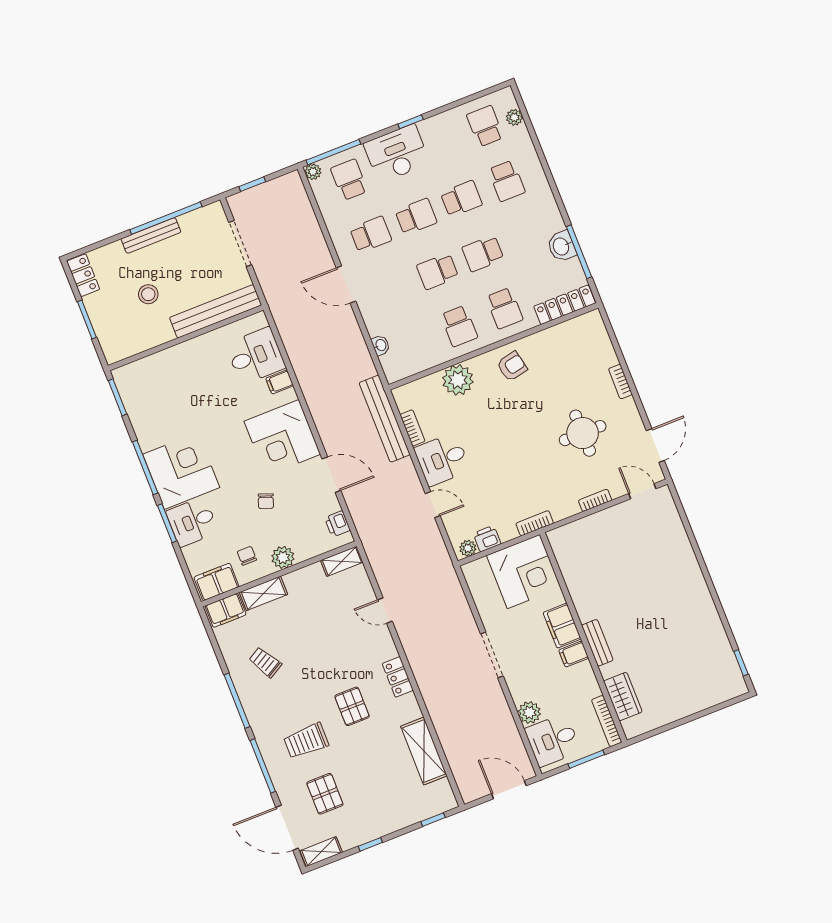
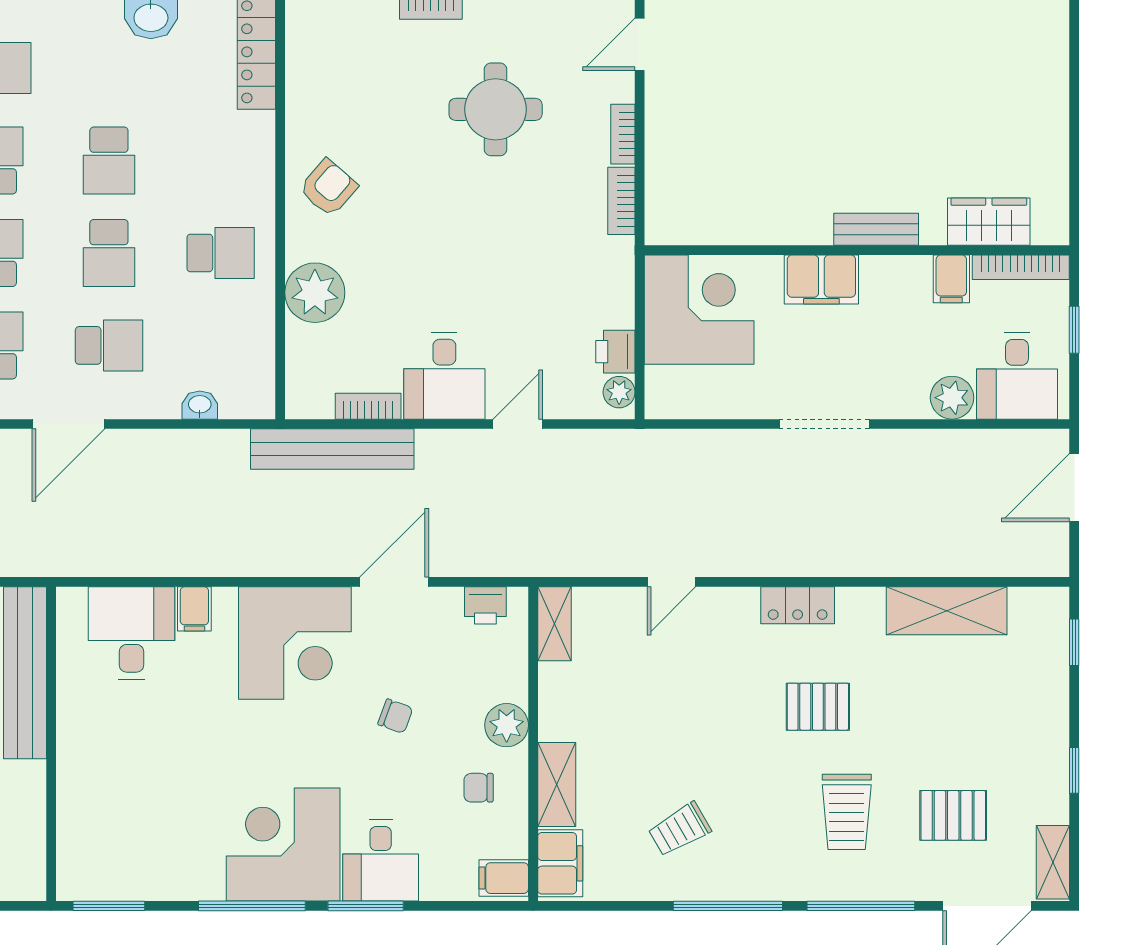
school desk: (504, 308) -> (109, 345), moved
armchair: (512, 366) -> (328, 188), turned 53
bookcase: (535, 523) -> (621, 201), moved
filing cabinet: (216, 582) -> (504, 878), width x0.50
filing cabinet: (574, 654) -> (951, 279), moved
window: (586, 759) -> (1074, 330), width x0.67

